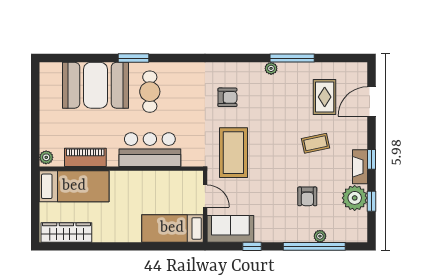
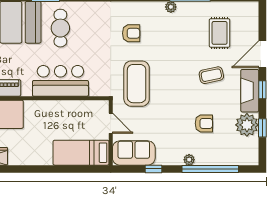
door: (371, 102) -> (262, 54), moved
fireplace: (360, 167) -> (250, 91), width x1.37, depth x1.32
armchair: (307, 196) -> (204, 123), turned -90
plant: (320, 236) -> (189, 160), moved

